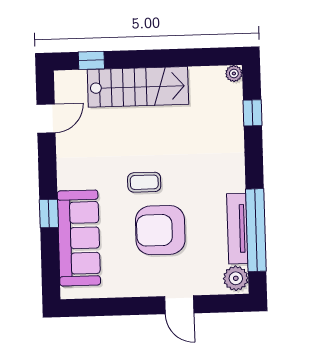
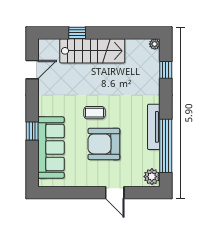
window: (91, 60) -> (77, 33), moved
tv unit: (237, 229) -> (154, 127), moved

